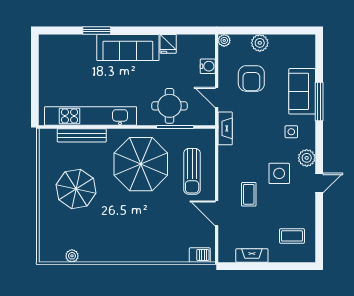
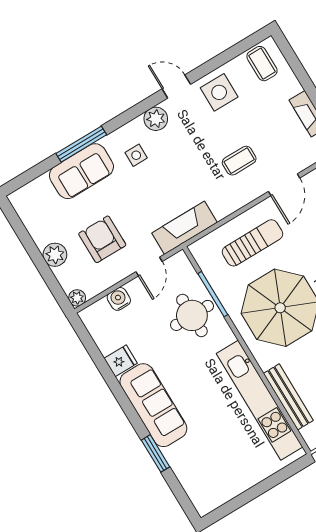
armchair: (251, 78) -> (102, 239), turned -90
fireplace: (225, 128) -> (185, 228), width x1.37, depth x1.32
side table: (279, 173) -> (219, 92), moved
coffee table: (292, 236) -> (262, 64), moved

